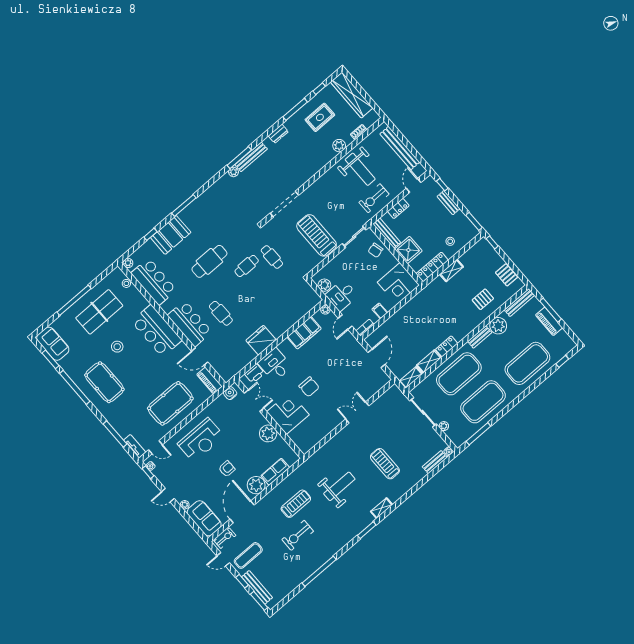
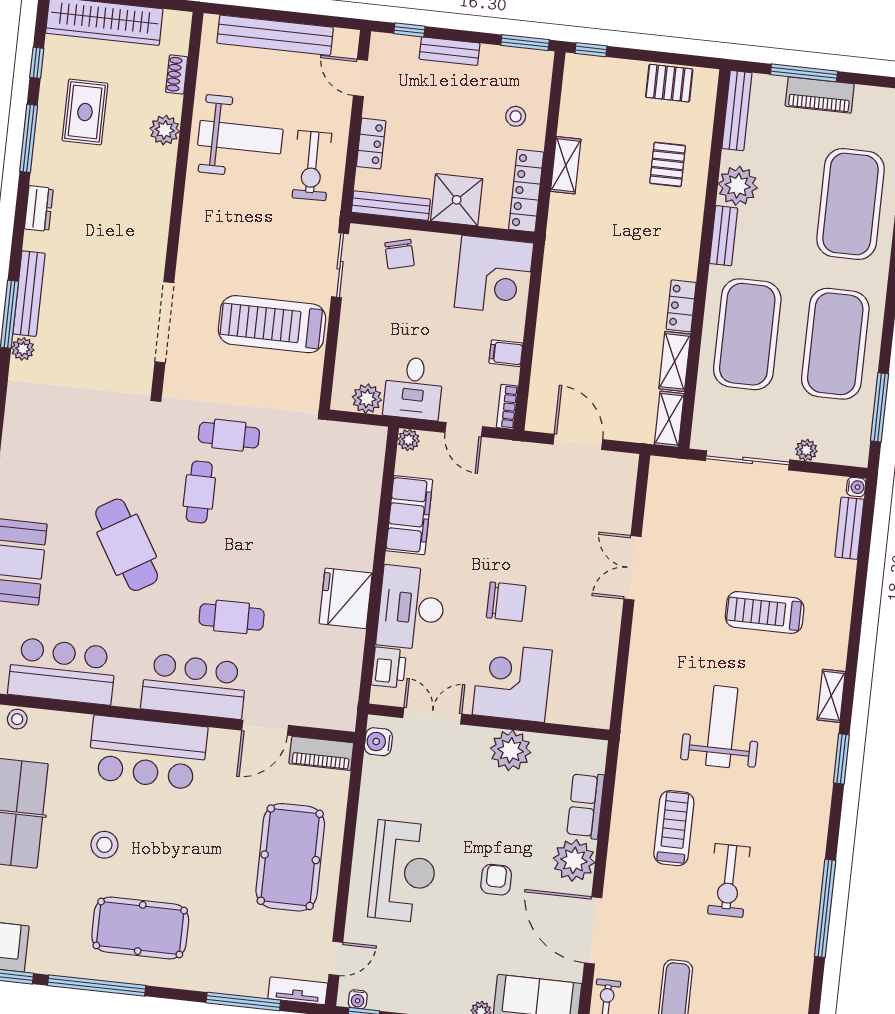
cafe table: (209, 261) -> (127, 545), turned -31
desk: (275, 365) -> (411, 608), width x1.37

